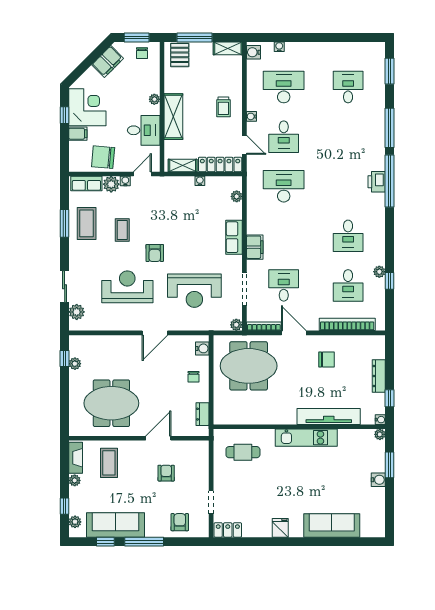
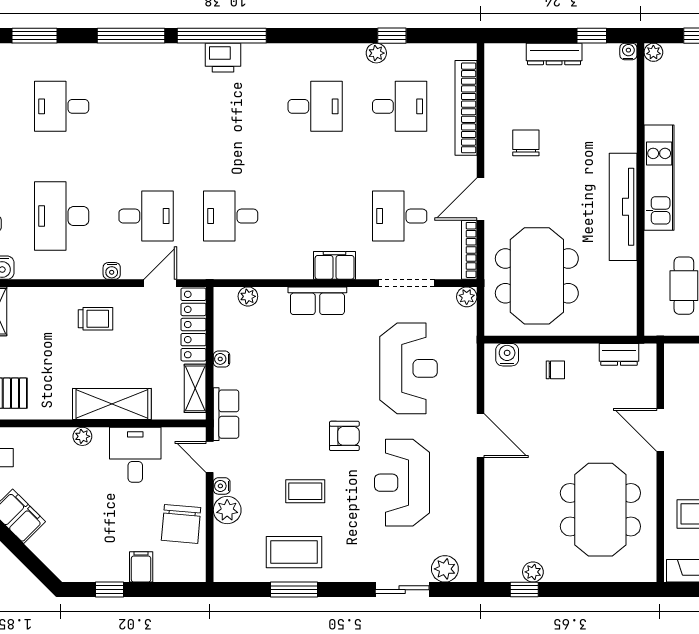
corner desk: (87, 107) -> (96, 551), removed
row of seats: (86, 184) -> (226, 414), moved
desk: (284, 186) -> (231, 216), width x0.73
tv unit: (329, 417) -> (623, 207), moved

